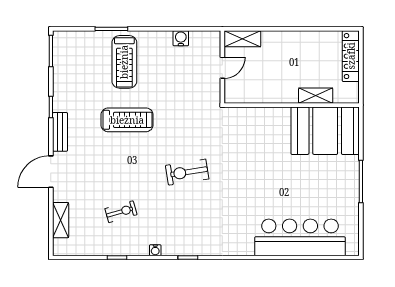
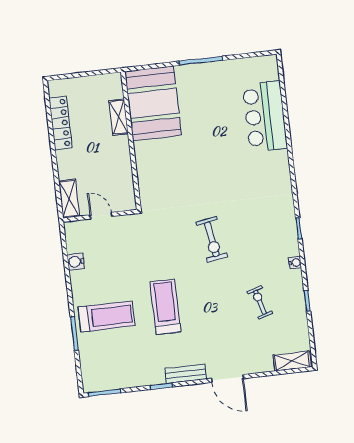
locker: (351, 56) -> (61, 123), moved, turned -90
shelving: (61, 220) -> (292, 361), moved
bar counter: (300, 237) -> (265, 116), width x0.73

